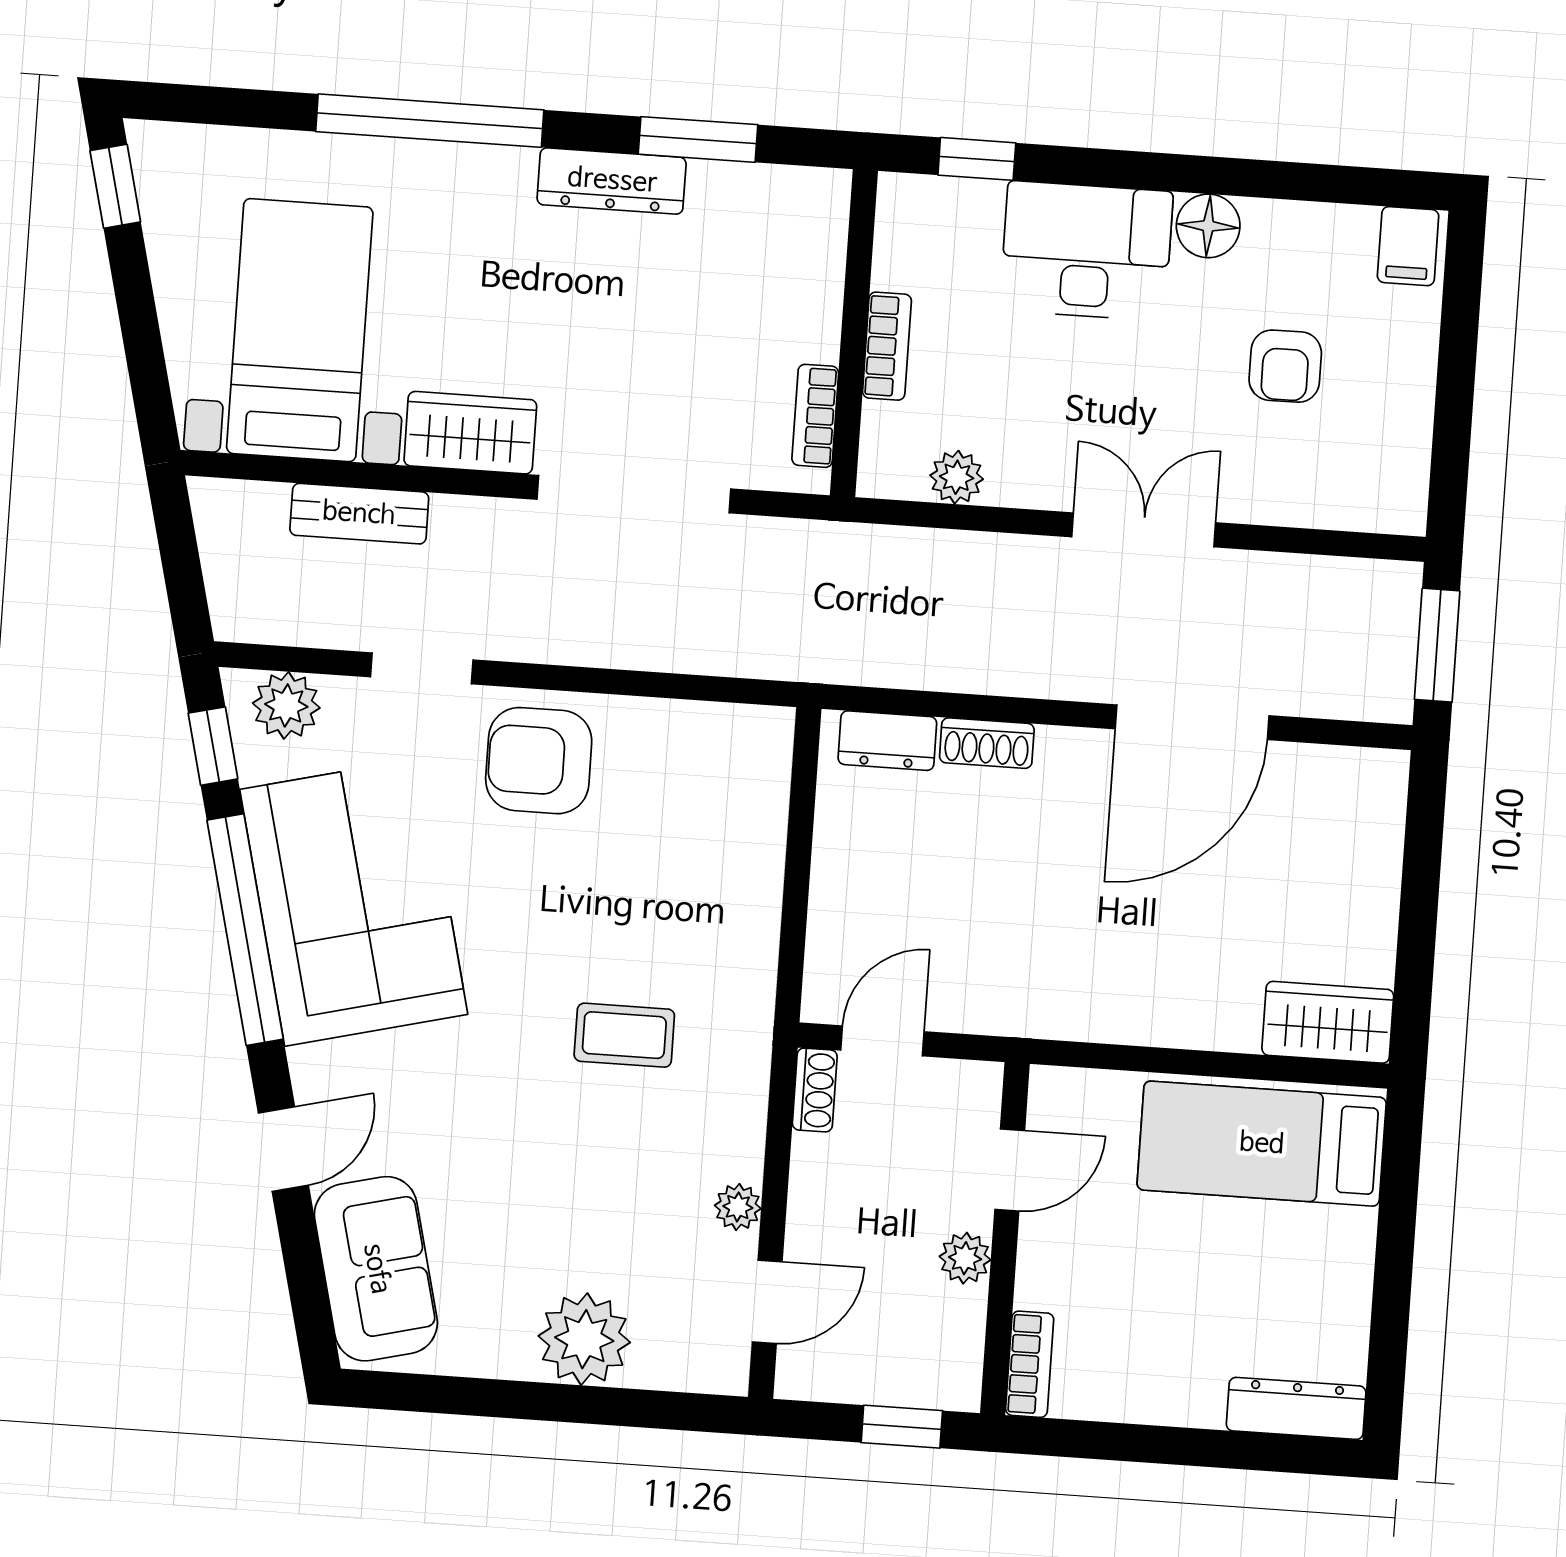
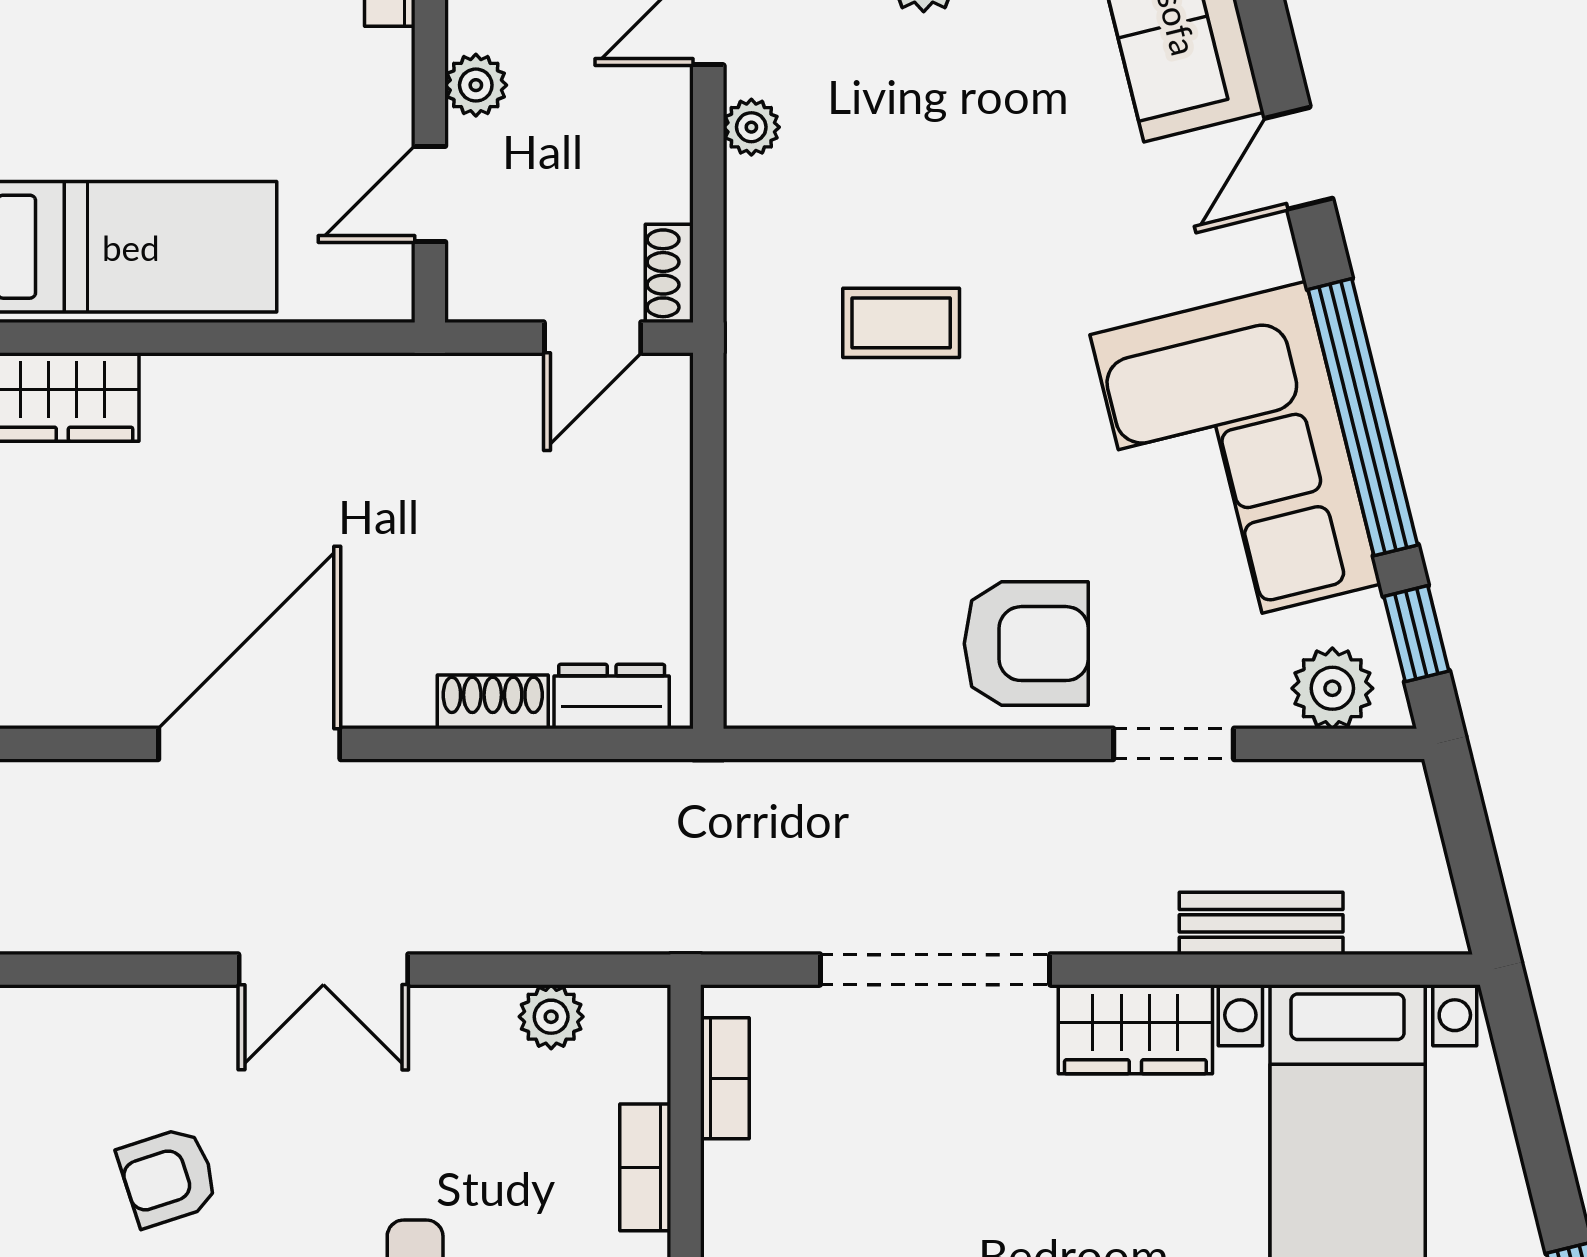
armchair: (1285, 366) -> (168, 1177), turned -108

